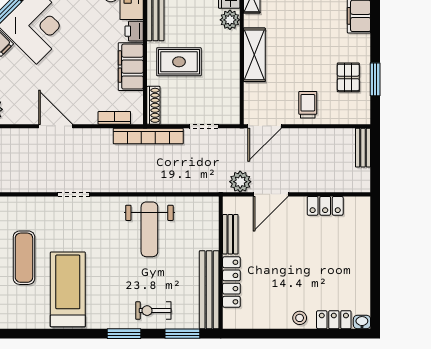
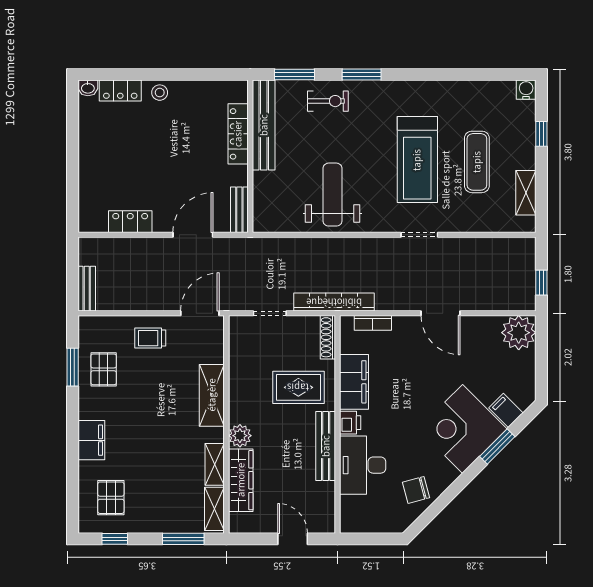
trolley: (308, 105) -> (150, 338), turned 90
plant: (240, 182) -> (228, 249), removed
bench: (230, 234) -> (239, 210), moved
treadmill: (68, 289) -> (417, 160), moved

